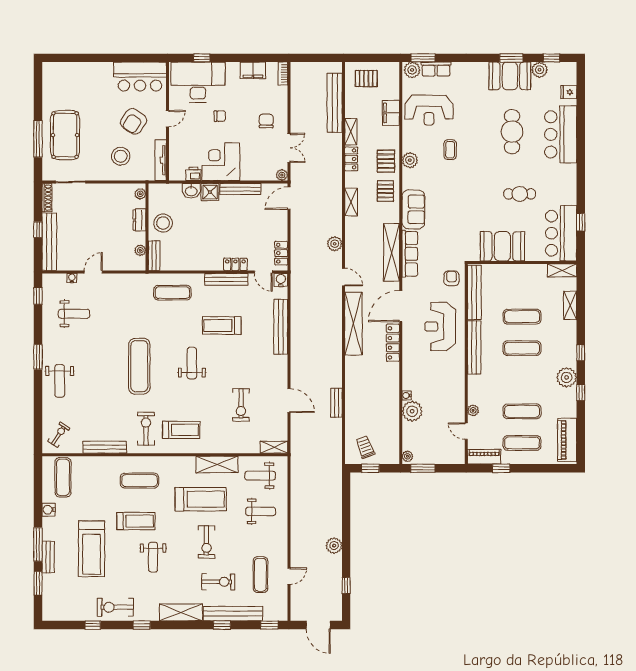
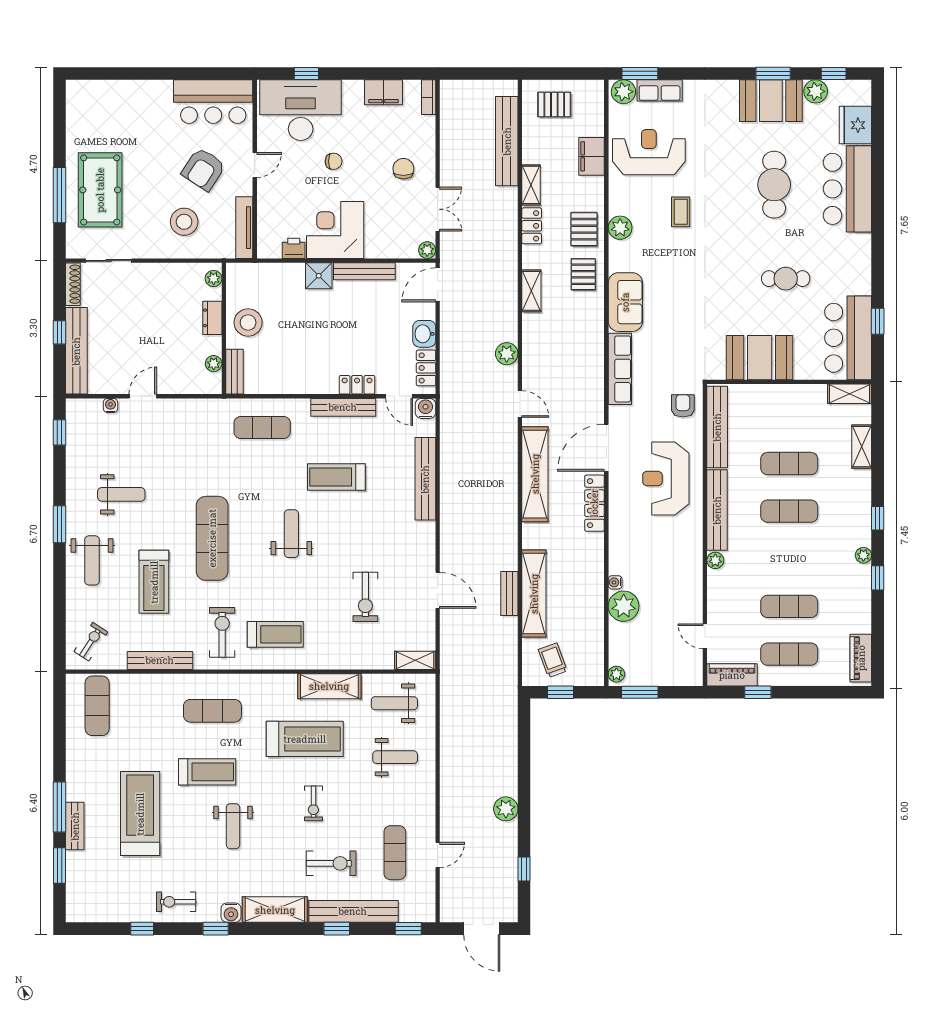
fridge: (569, 92) -> (855, 125), width x1.88, depth x1.34
reception desk: (429, 110) -> (649, 152), turned 180
washbasin: (191, 191) -> (424, 334), moved, turned 90
shelving: (391, 252) -> (534, 594), moved
weight bench: (74, 314) -> (121, 494), moved
plant: (567, 377) -> (863, 555), width x0.53, depth x0.53
treadmill: (101, 395) -> (154, 582), added
plant: (473, 410) -> (715, 560), moved
piano: (567, 440) -> (861, 658), width x0.73, depth x0.75
water cooler: (49, 510) -> (231, 913), moved, turned -90
exercise bike: (206, 542) -> (313, 803), width x0.73, depth x0.72
treadmill: (92, 549) -> (140, 814), turned 180
exercise bike: (115, 607) -> (176, 902), width x0.73, depth x0.72

